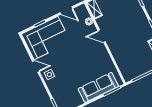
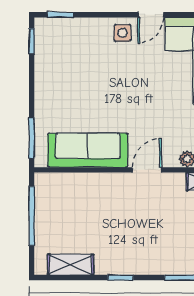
sofa: (98, 87) -> (88, 150), moved, turned -90

